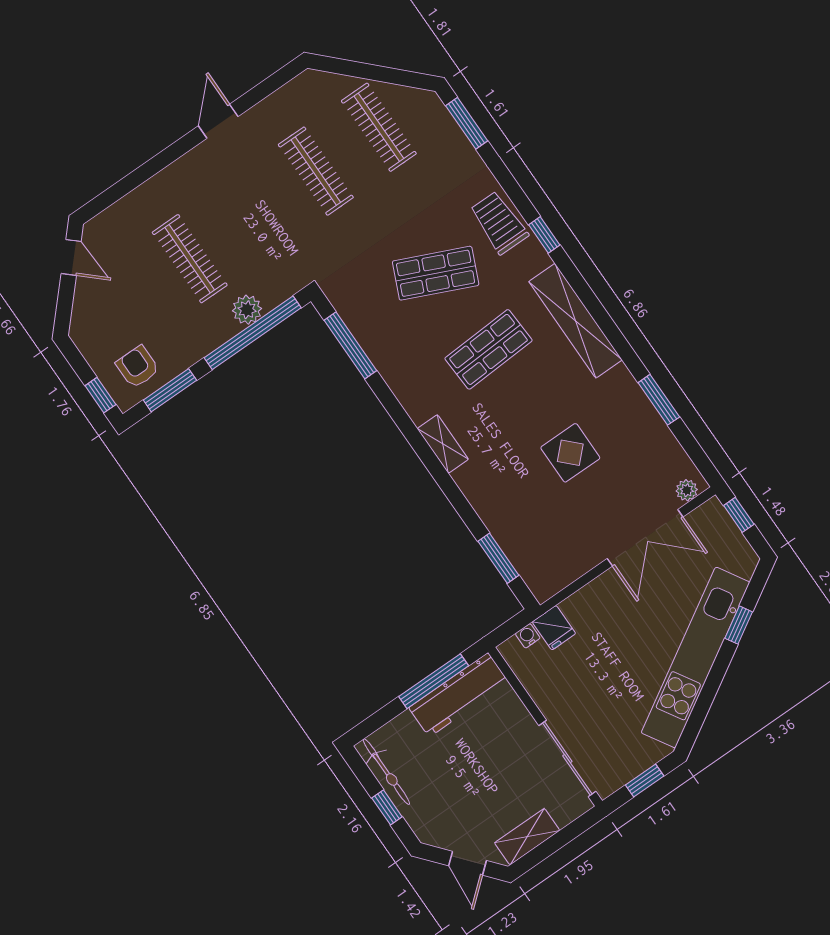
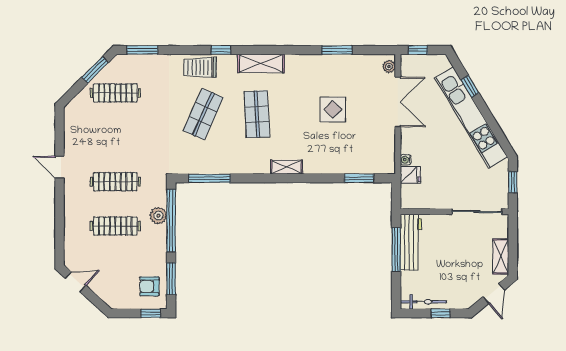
window: (392, 76) -> (95, 70), added
clothes rail: (316, 171) -> (115, 182), moved
shelving: (575, 321) -> (261, 63), width x0.68
water cooler: (528, 636) -> (406, 160), moved
door: (468, 863) -> (494, 293), hinge flipped

